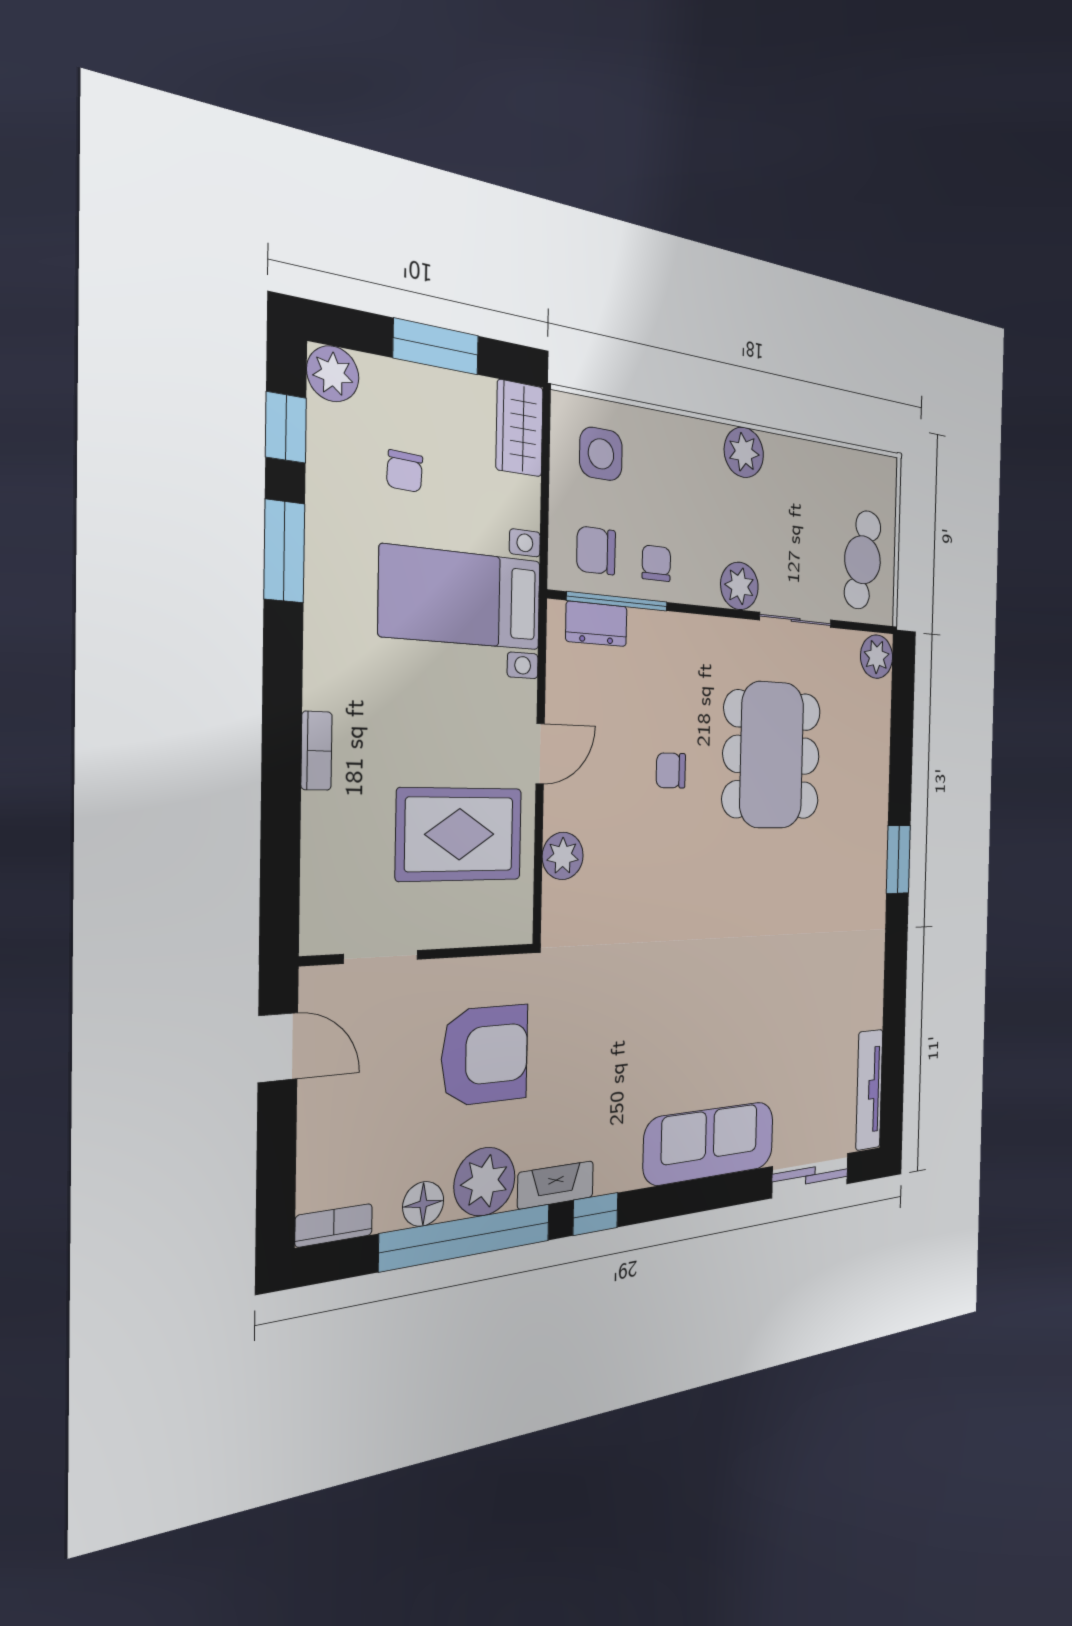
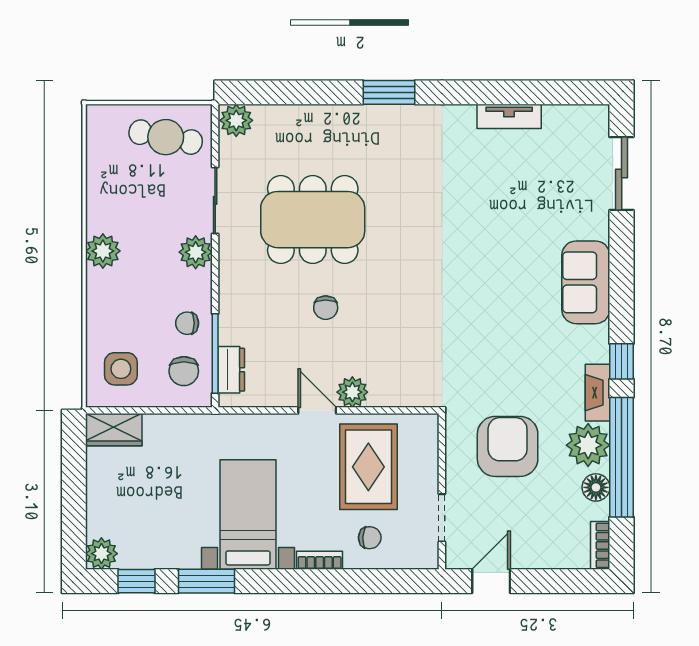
window: (436, 347) -> (74, 488), removed
chair: (405, 471) -> (370, 538), moved
bed with nightstands: (461, 598) -> (248, 514), moved, turned 180
plant: (563, 856) -> (352, 392), moved
tv unit: (869, 1090) -> (509, 116), moved, width x0.71
sofa: (710, 1143) -> (586, 282), width x0.73

